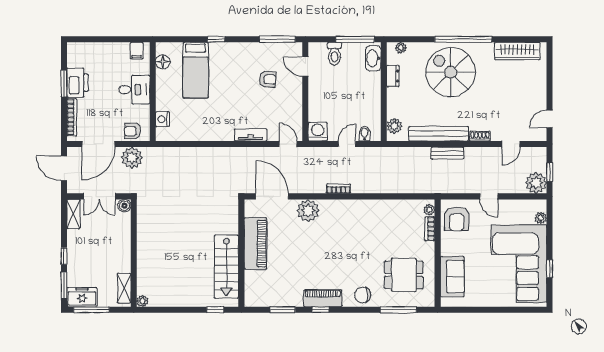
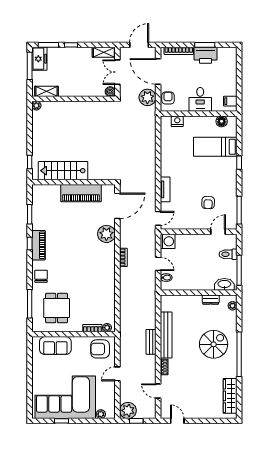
spiral stairs: (451, 72) -> (214, 344), width x0.73, depth x0.73
plant: (394, 126) -> (172, 301), removed

